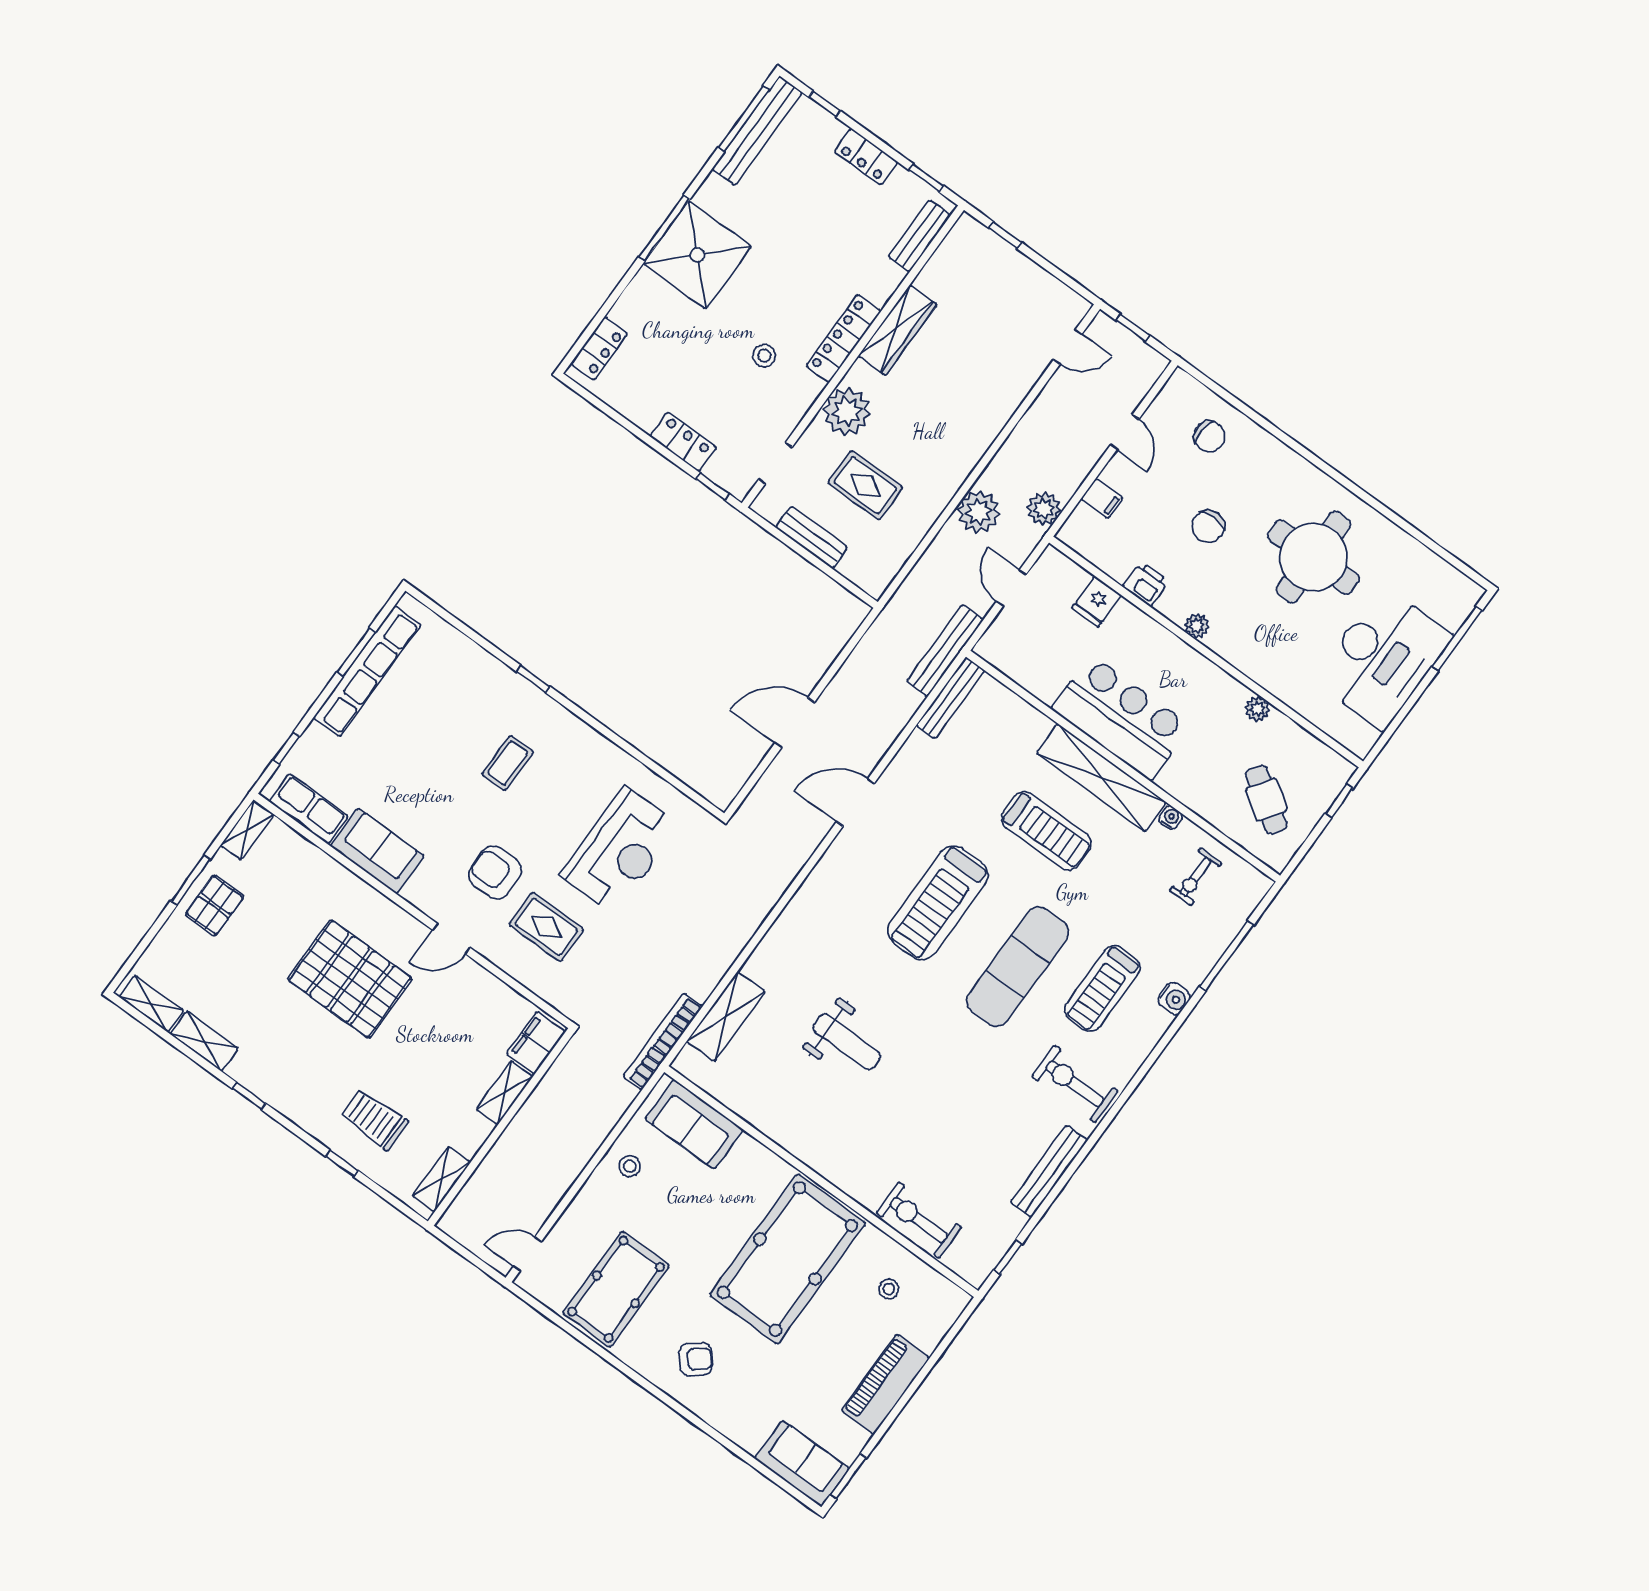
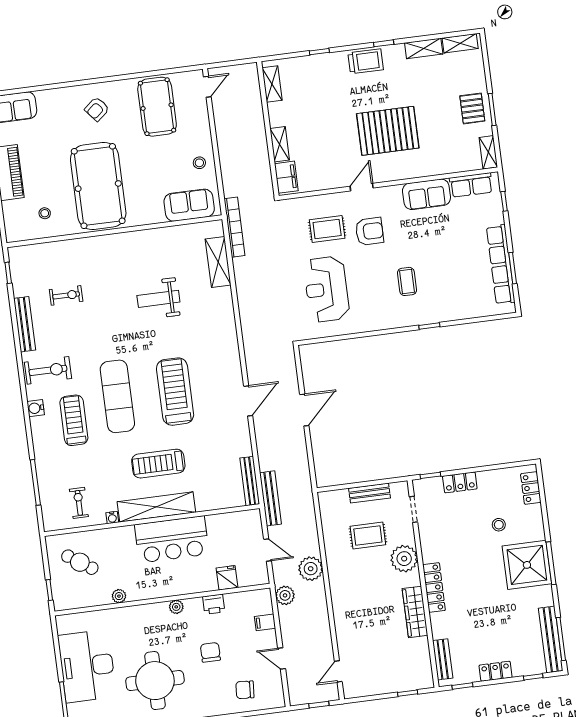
stool: (764, 356) -> (499, 525), moved
water cooler: (1174, 998) -> (36, 408), moved
trolley: (374, 1119) -> (366, 61), moved
exercise bike: (919, 1220) -> (66, 295), moved, width x0.73, depth x0.72

